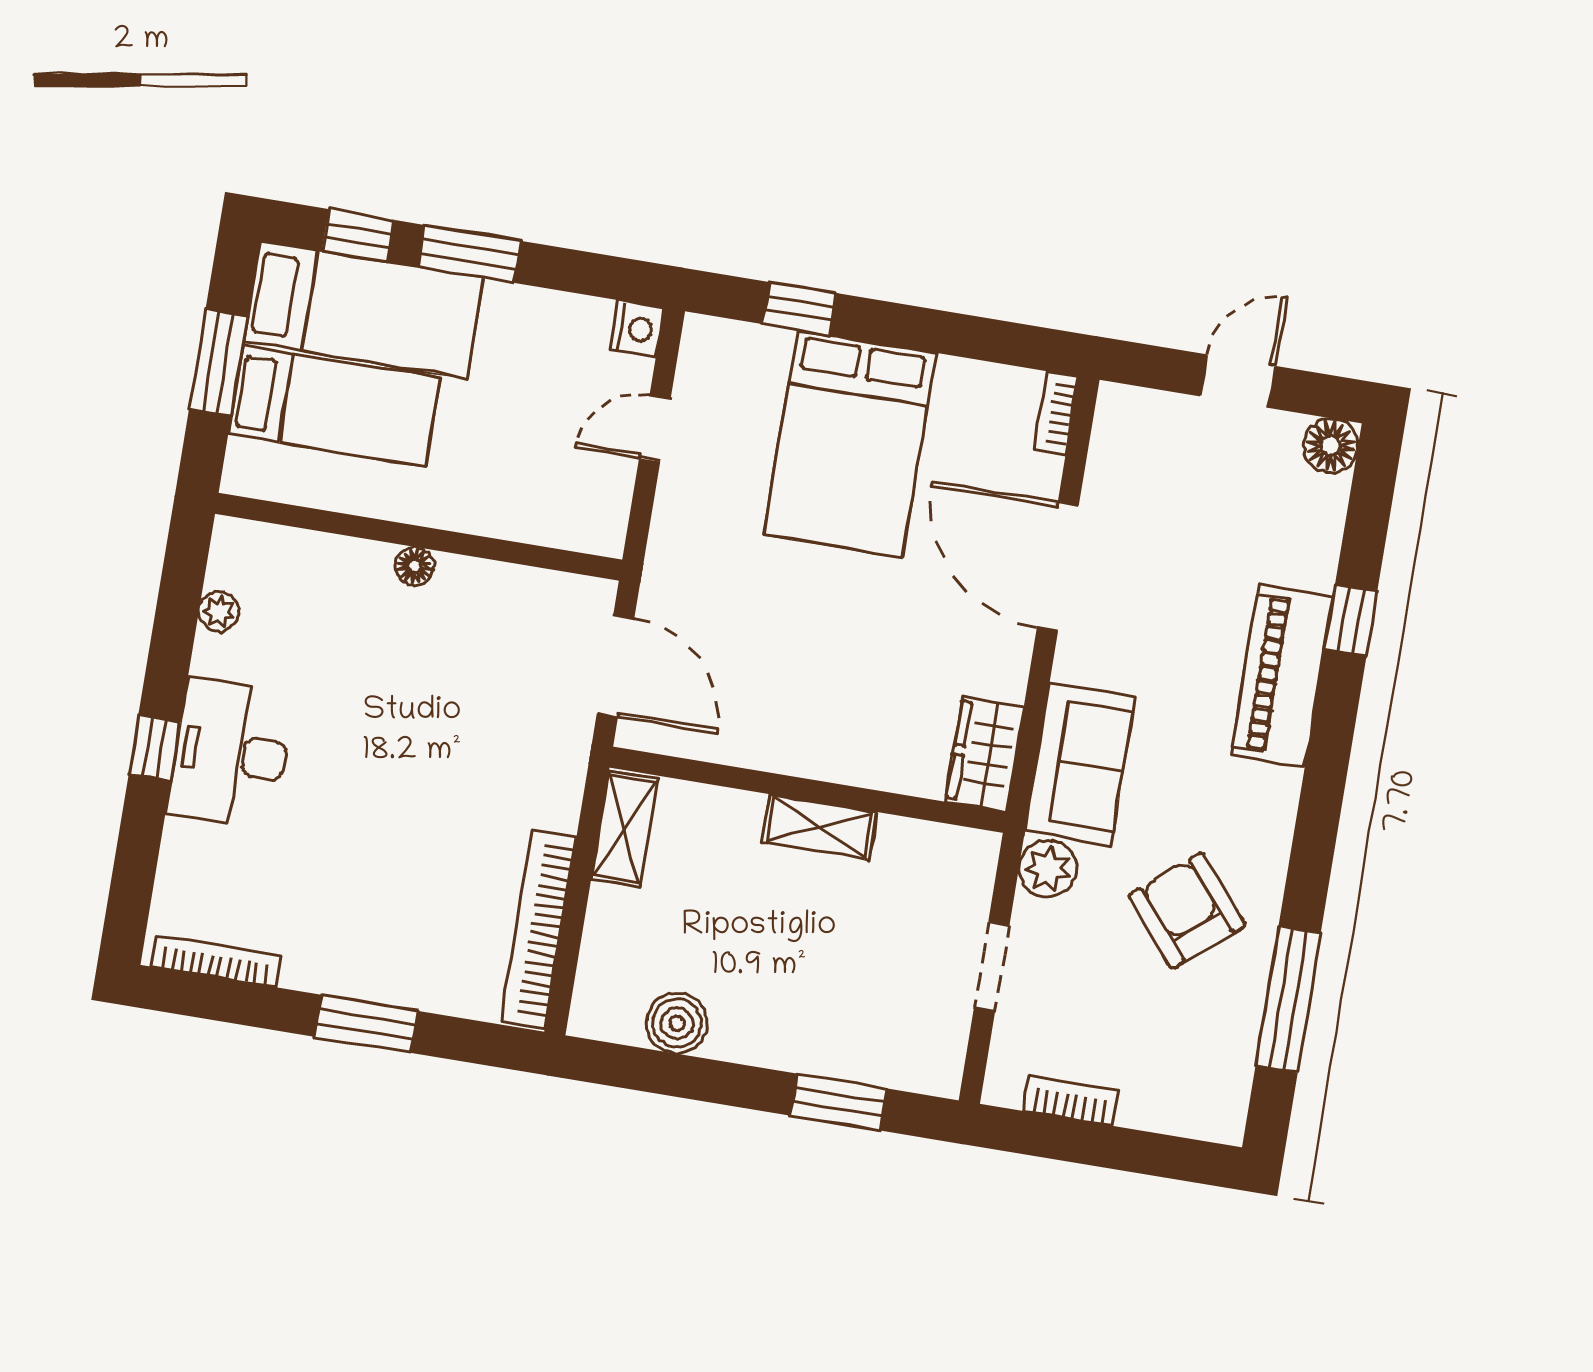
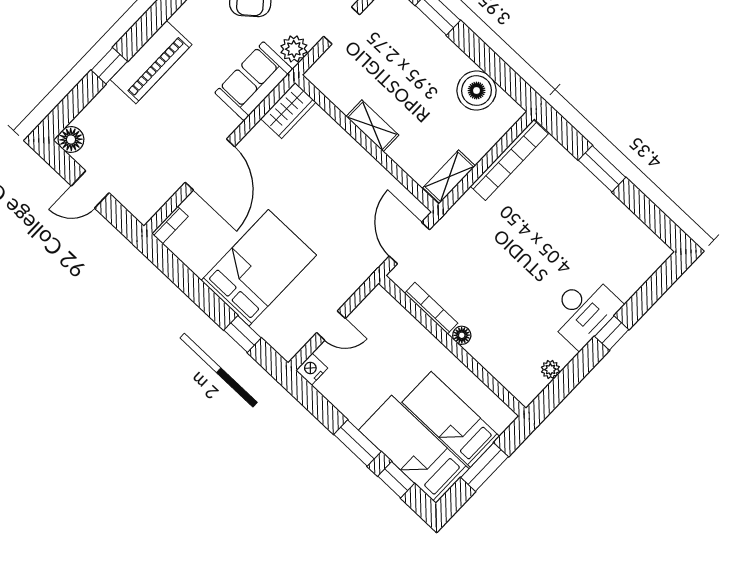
bookcase: (216, 961) -> (431, 308), moved, turned 180
boiler: (677, 1023) -> (477, 91), width x1.37, depth x1.37

